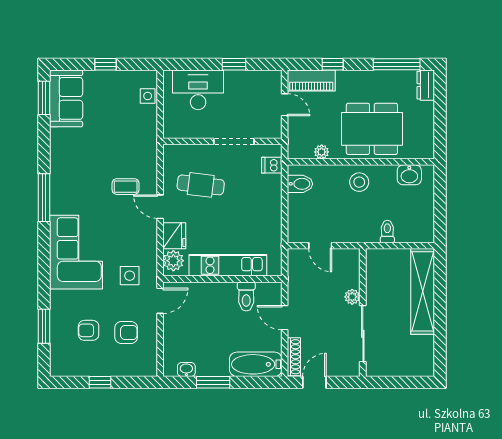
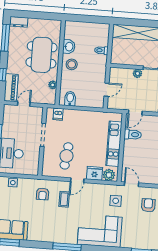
washbasin: (409, 175) -> (69, 47), moved
door: (285, 318) -> (135, 112), moved
armchair: (89, 330) -> (43, 194), moved

